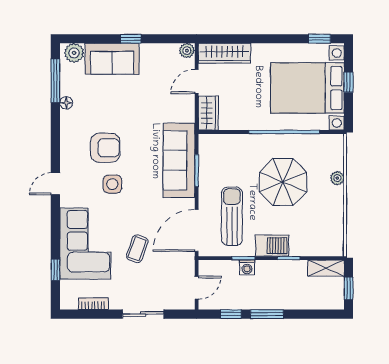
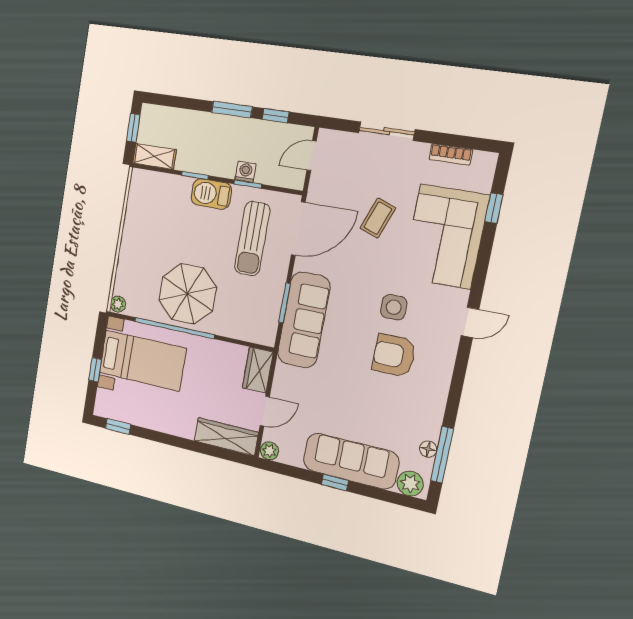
sofa: (112, 59) -> (351, 461), width x1.36
bed with nightstands: (307, 88) -> (142, 361), width x0.73
floor lamp: (66, 103) -> (428, 449), moved
plant: (337, 178) -> (118, 304), moved
parasol: (283, 182) -> (187, 294), moved

